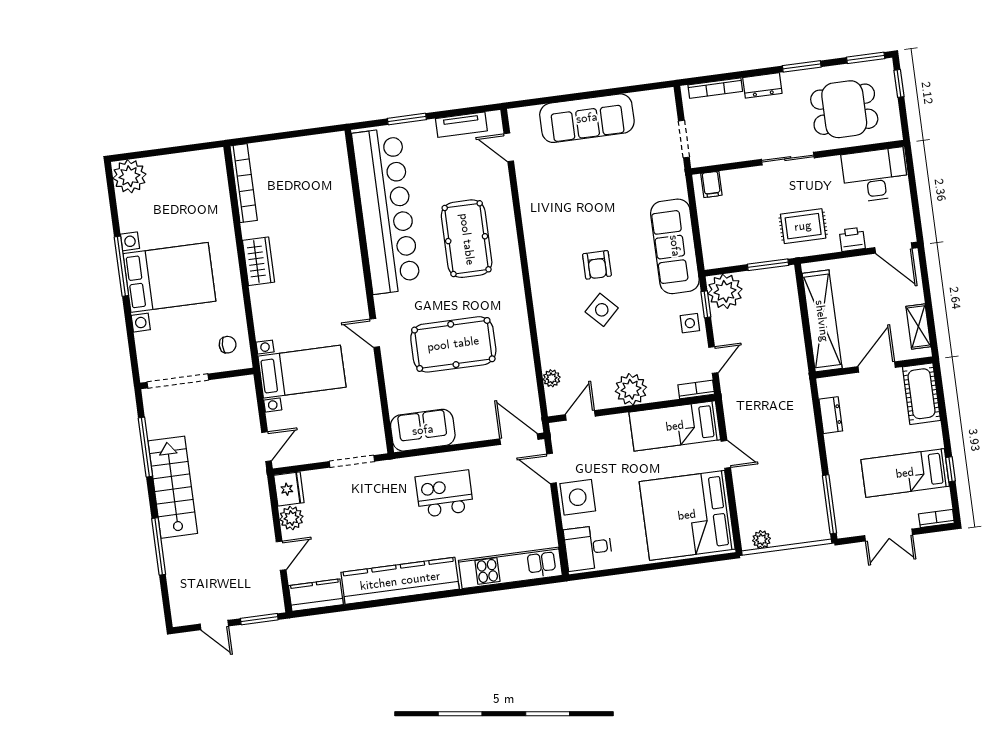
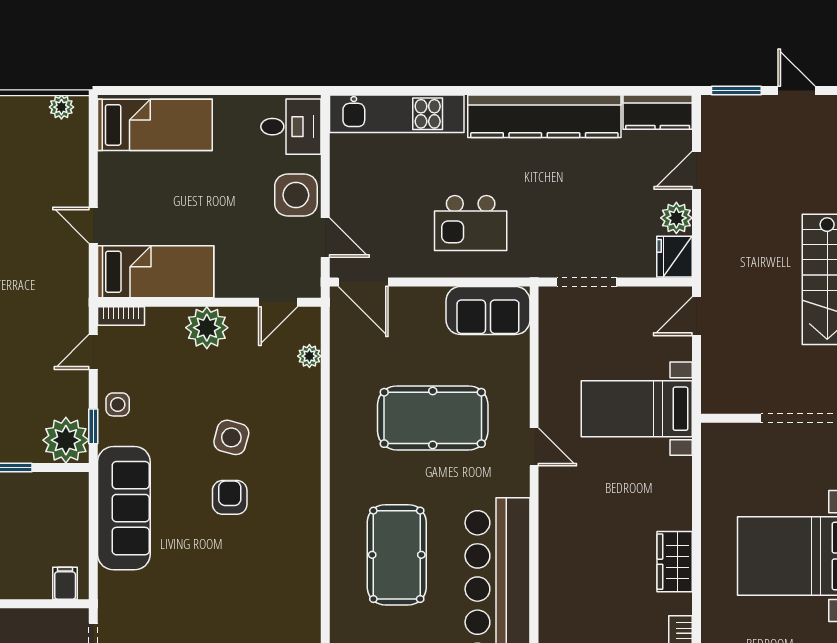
side table: (602, 310) -> (231, 437), turned -31
chair: (228, 345) -> (730, 457), removed
bed: (687, 515) -> (155, 125), width x0.49

